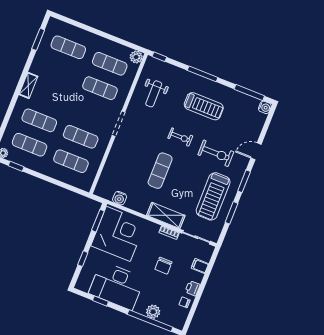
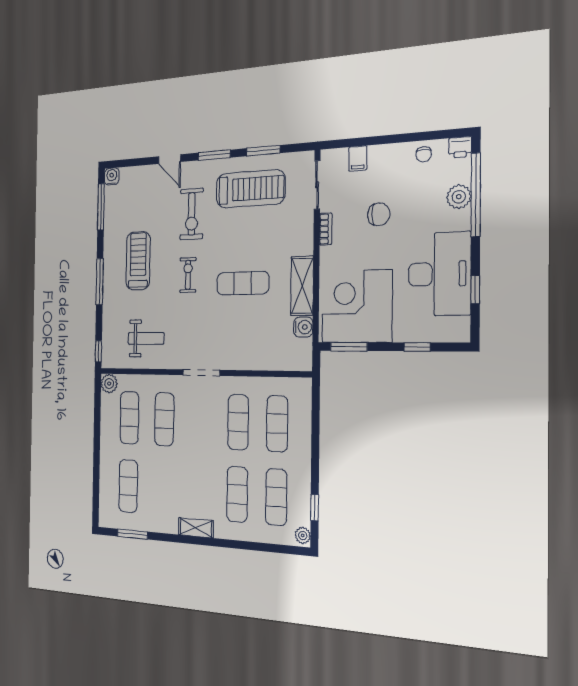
exercise bike: (216, 153) -> (192, 214), turned 180
shelving: (166, 215) -> (302, 286), moved
printer: (193, 288) -> (460, 147), moved

